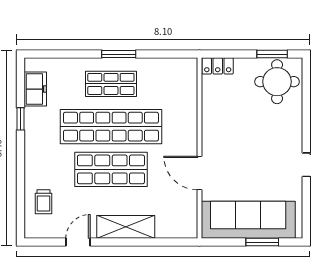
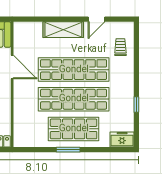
shop shelf: (111, 84) -> (74, 129), width x1.43, depth x1.36
freezer: (35, 89) -> (122, 139), moved, turned 90
shop shelf: (111, 169) -> (74, 70), width x1.40

